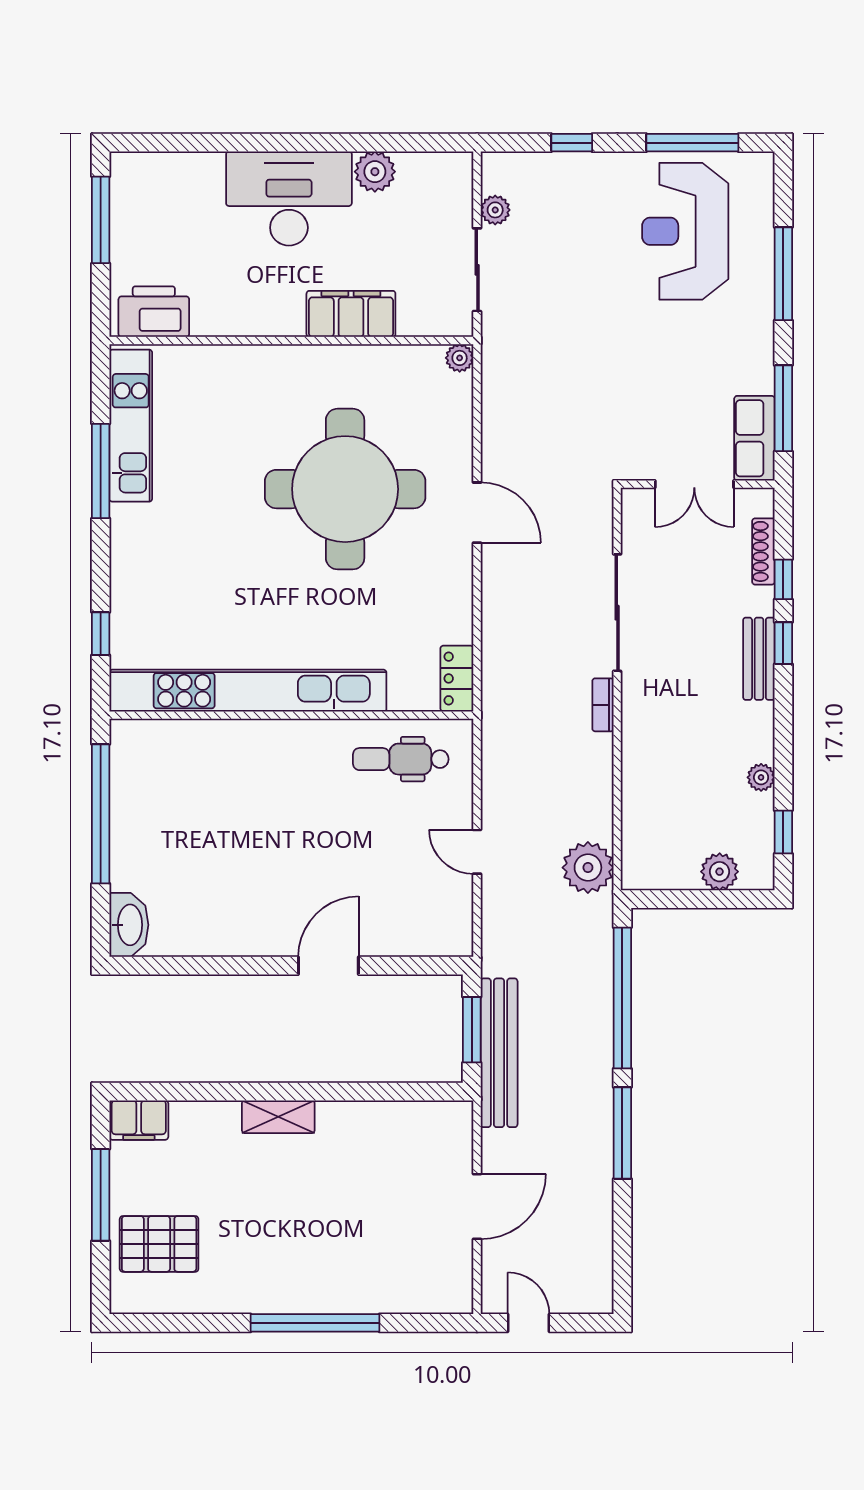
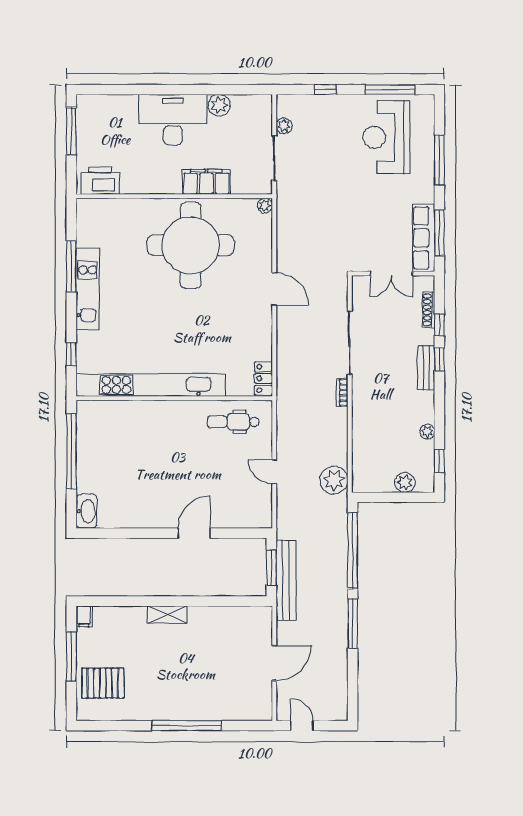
kitchen unit: (131, 426) -> (88, 289), moved
row of seats: (754, 438) -> (424, 238), width x1.48
round table: (345, 489) -> (191, 245), moved
filing cabinet: (139, 1120) -> (84, 616), width x0.50

